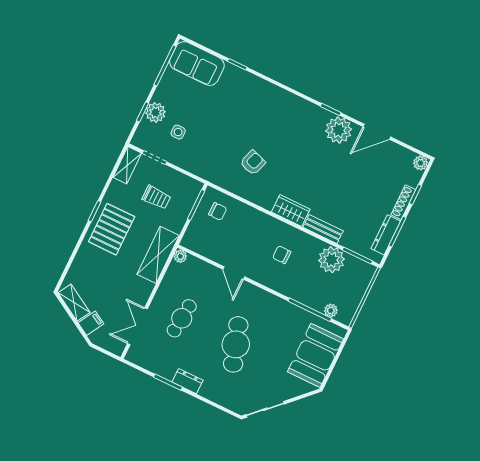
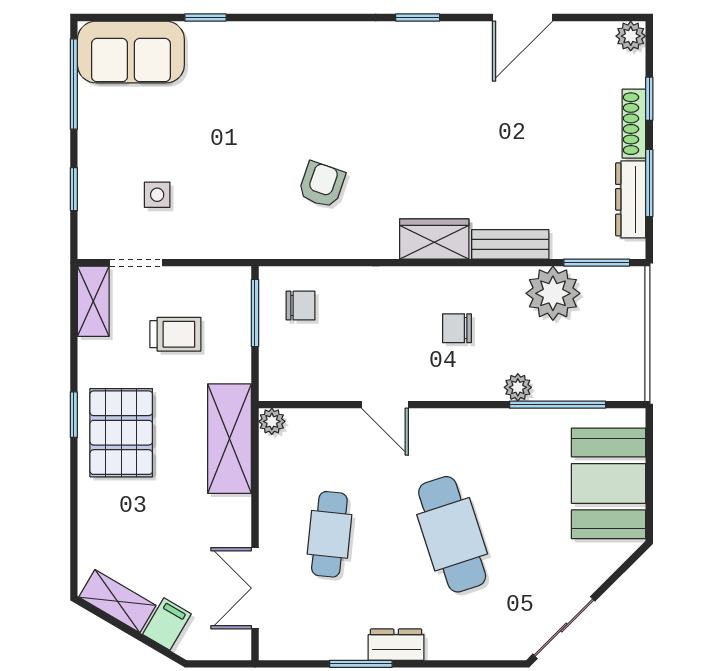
plant: (155, 112) -> (98, 179), removed
plant: (339, 130) -> (451, 48), removed
plant: (331, 311) -> (518, 387), moved

